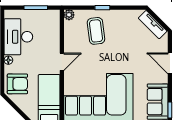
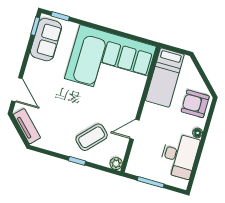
coffee table: (96, 31) -> (92, 137), turned 50
door: (62, 62) -> (135, 129), moved
door: (170, 63) -> (17, 90), moved

